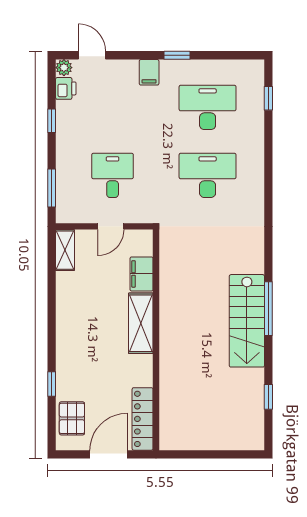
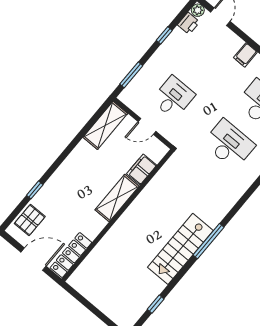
shelving: (65, 250) -> (105, 125), width x1.50, depth x1.33
window: (268, 309) -> (209, 241), moved

